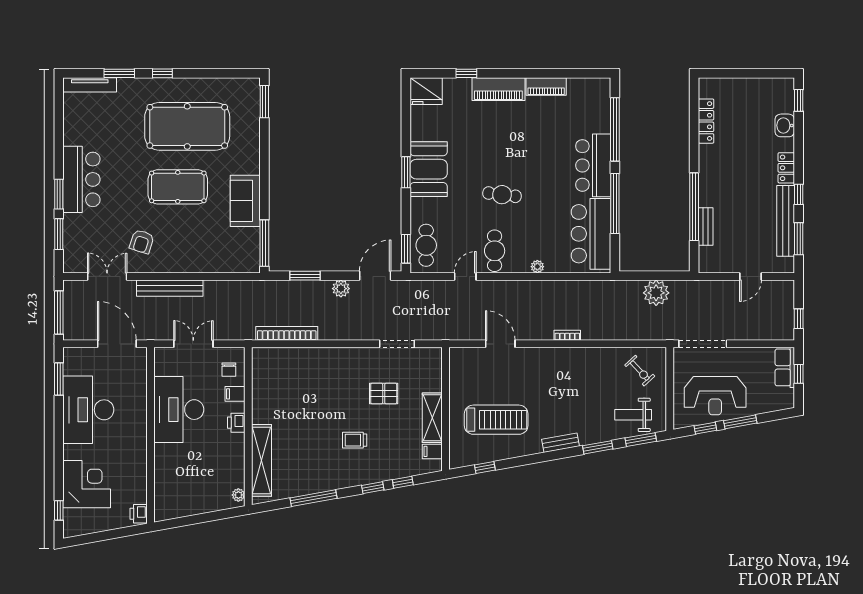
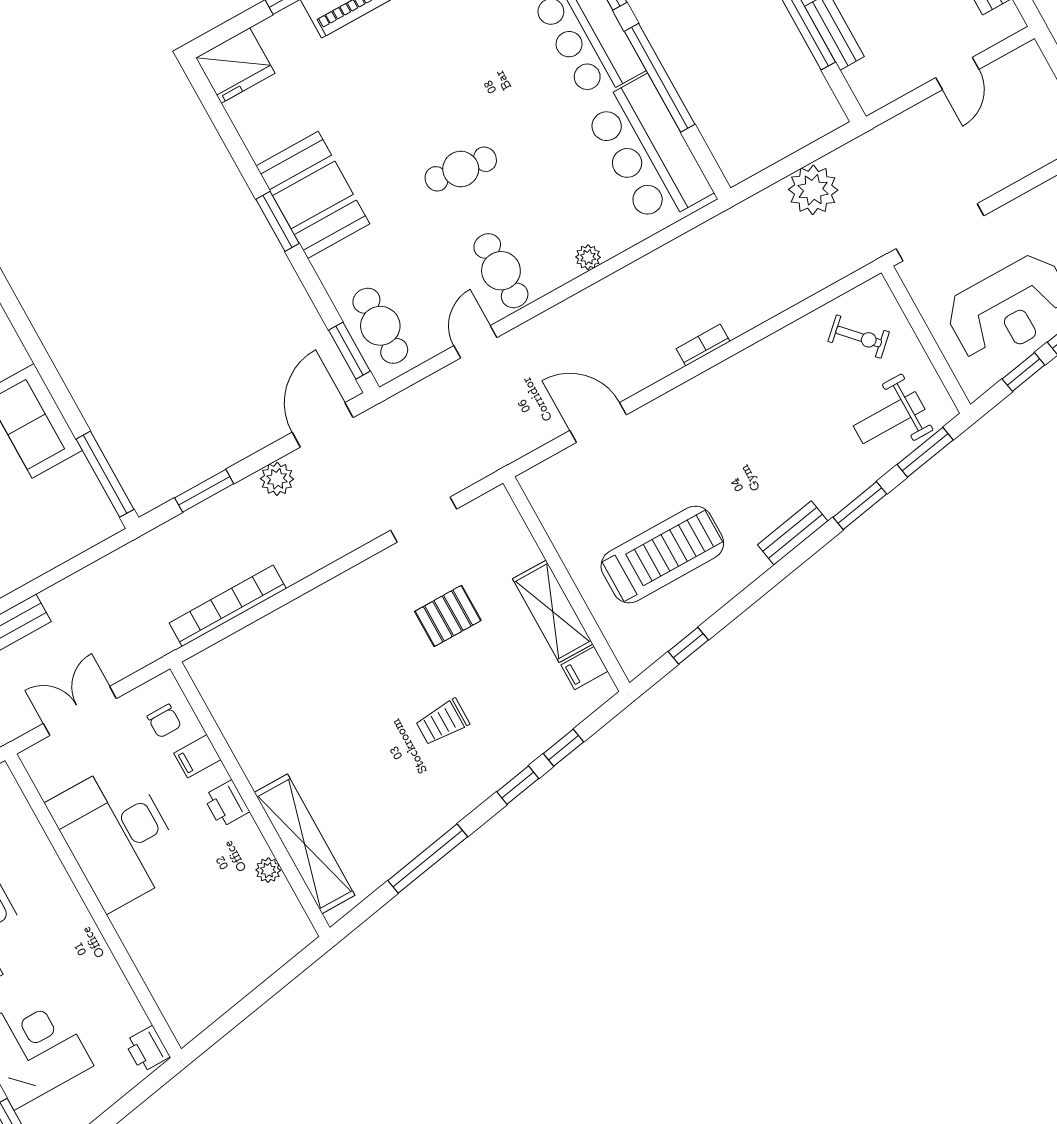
plant: (238, 495) -> (268, 870), moved

